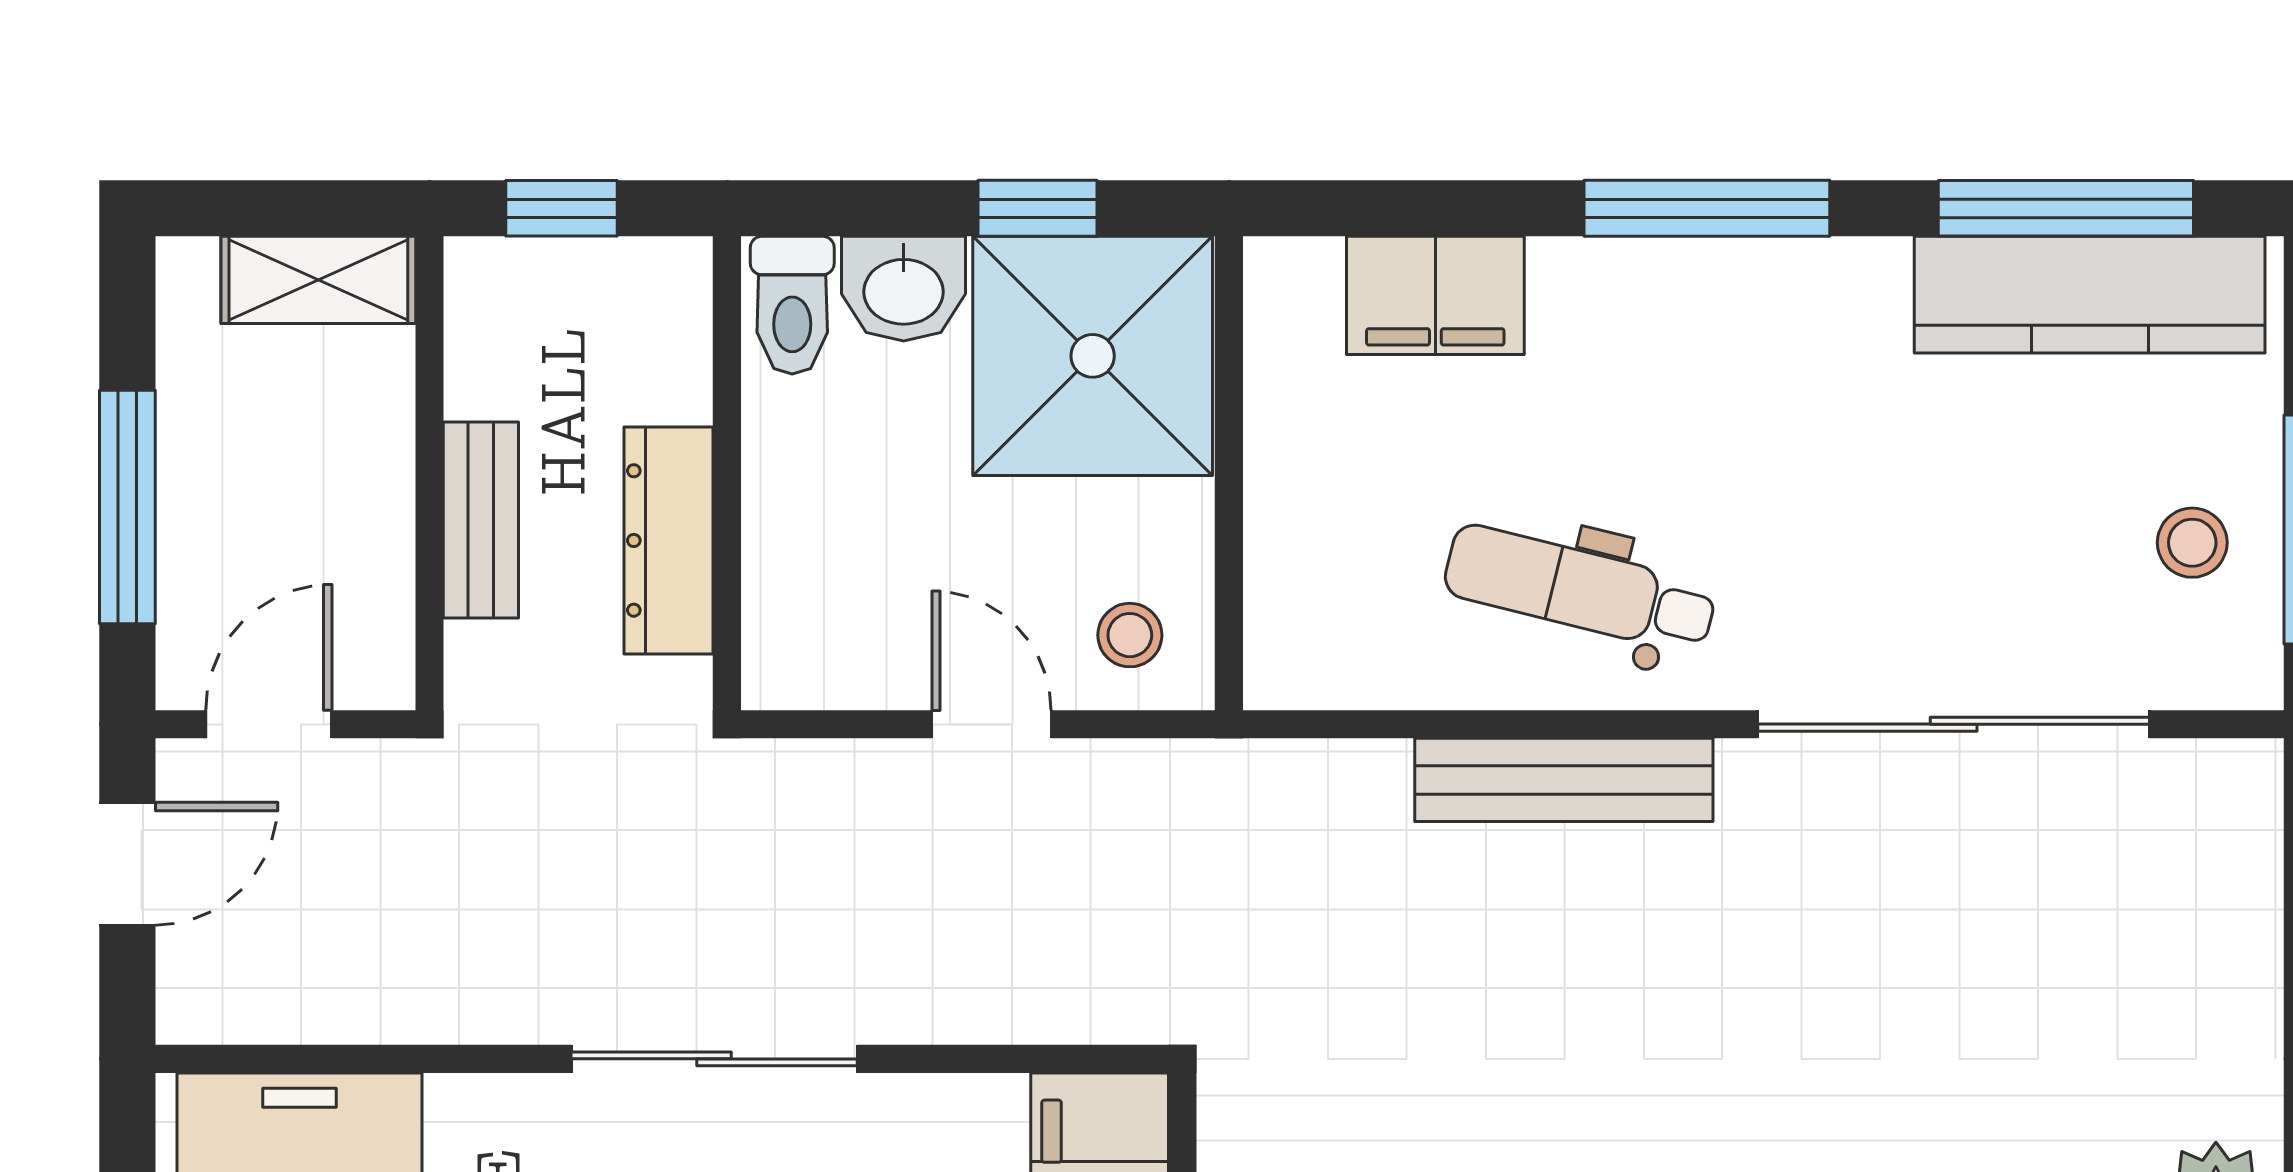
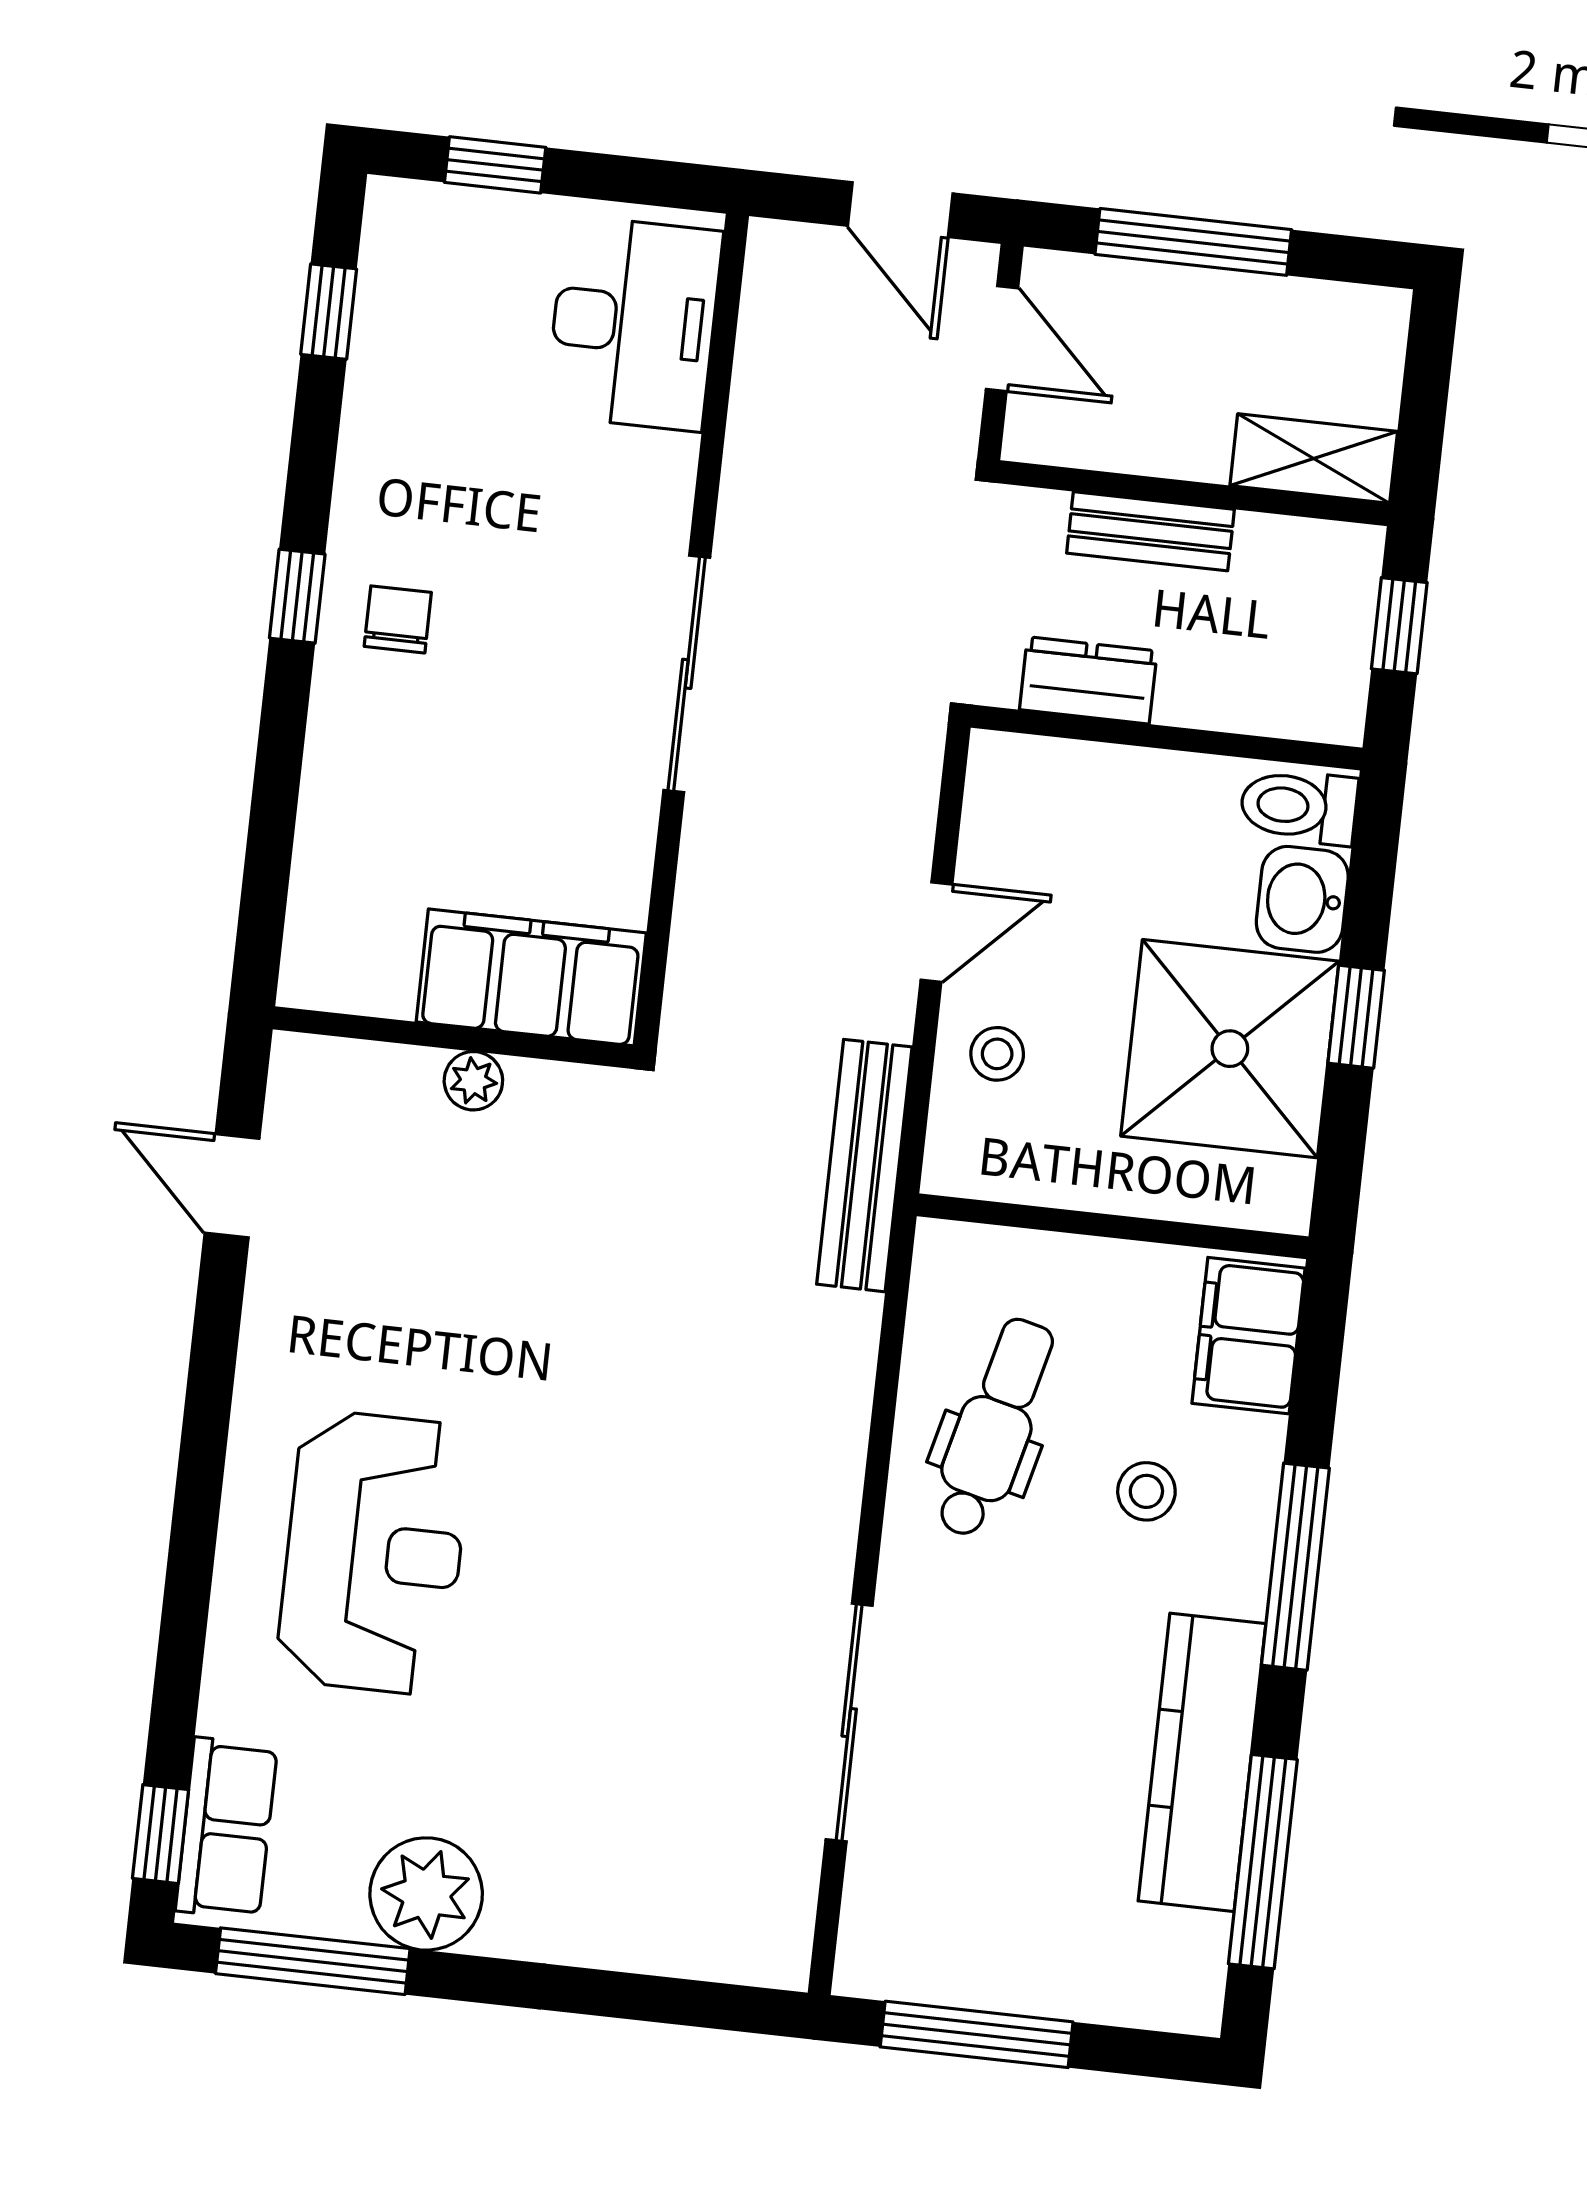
shelving: (318, 280) -> (1314, 458), moved, turned 90
kitchen counter: (2090, 295) -> (1202, 1762), moved
wall: (1229, 473) -> (1113, 1226), moved
dresser: (669, 540) -> (1088, 680), width x0.70
stool: (2192, 543) -> (1146, 1491), moved
sliding door: (1954, 724) -> (849, 1723), width x0.73
bench: (1564, 780) -> (864, 1166), moved

